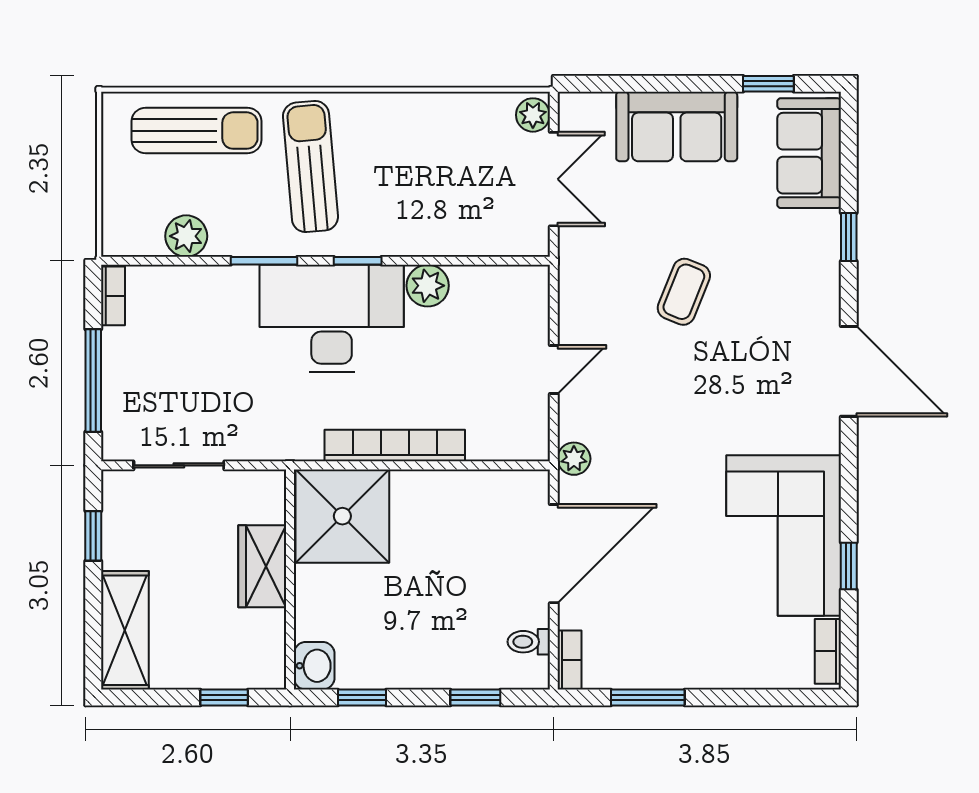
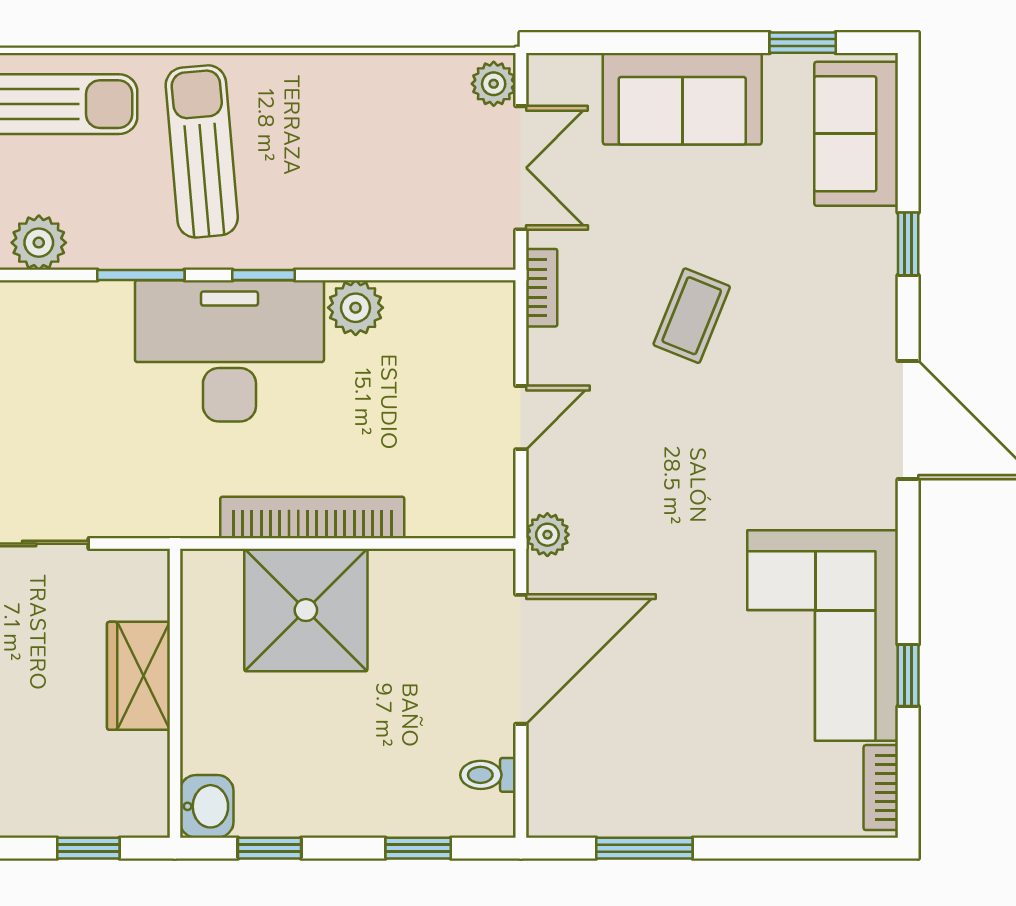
shower: (342, 516) -> (306, 610), moved
bookcase: (570, 660) -> (542, 288), moved

